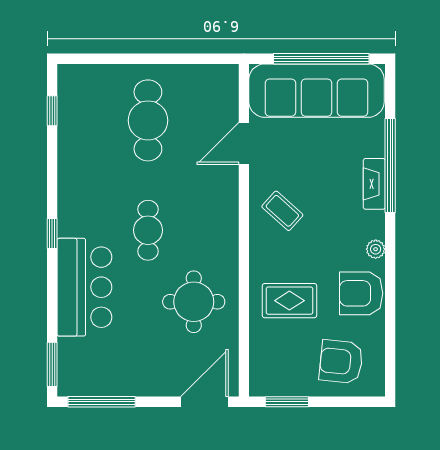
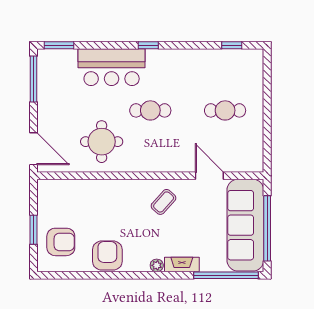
cafe table: (148, 120) -> (225, 110), width x0.73, depth x0.74
window: (390, 165) -> (226, 275), moved
plant: (376, 249) -> (157, 265), moved
rug: (289, 301) -> (102, 207), removed
armchair: (341, 362) -> (61, 242), turned 84
window: (287, 402) -> (34, 230), moved

